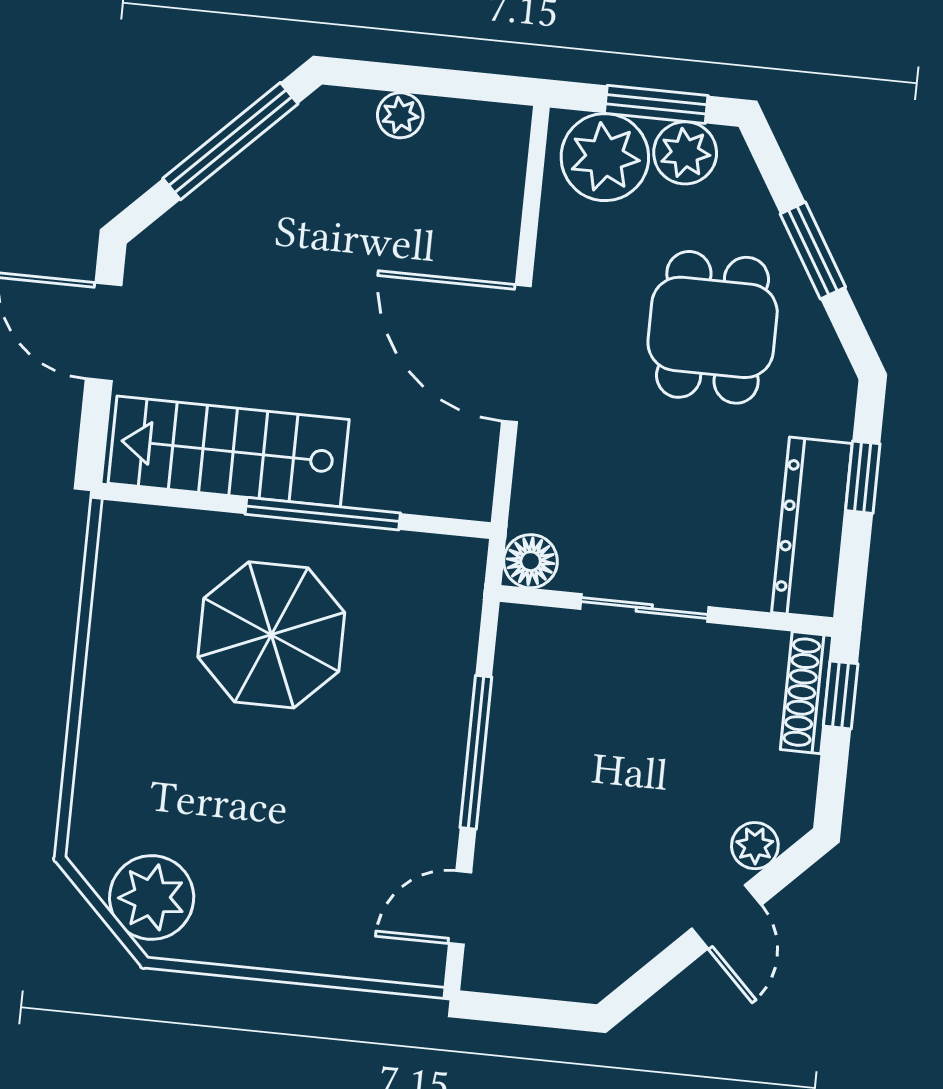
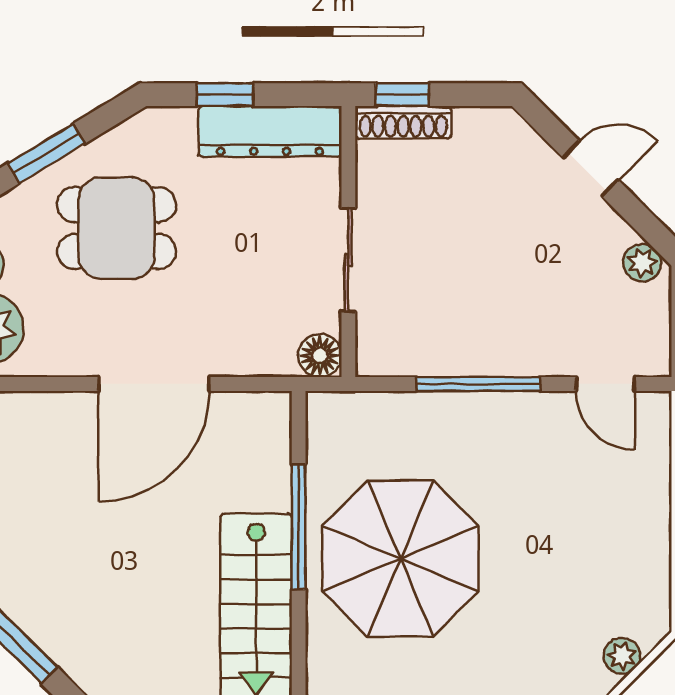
parasol: (271, 635) -> (400, 559), width x1.36, depth x1.36
plant: (755, 846) -> (642, 263), moved
plant: (152, 898) -> (622, 656), width x0.53, depth x0.53

